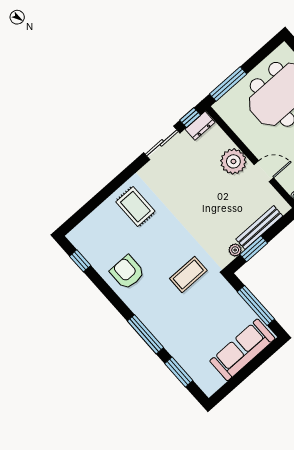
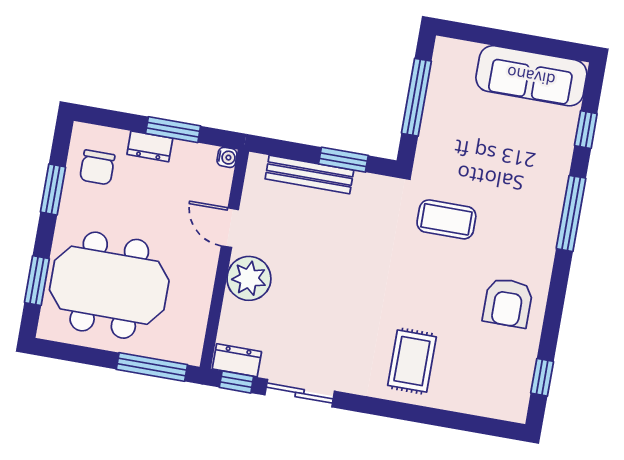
plant: (235, 250) -> (365, 183), removed
sofa: (242, 350) -> (531, 76), moved
window: (179, 372) -> (586, 130), width x0.67

